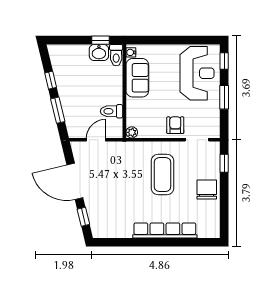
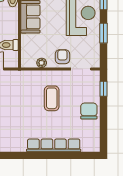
plant: (132, 132) -> (42, 63), moved
coffee table: (162, 175) -> (52, 98), width x0.73, depth x0.76

